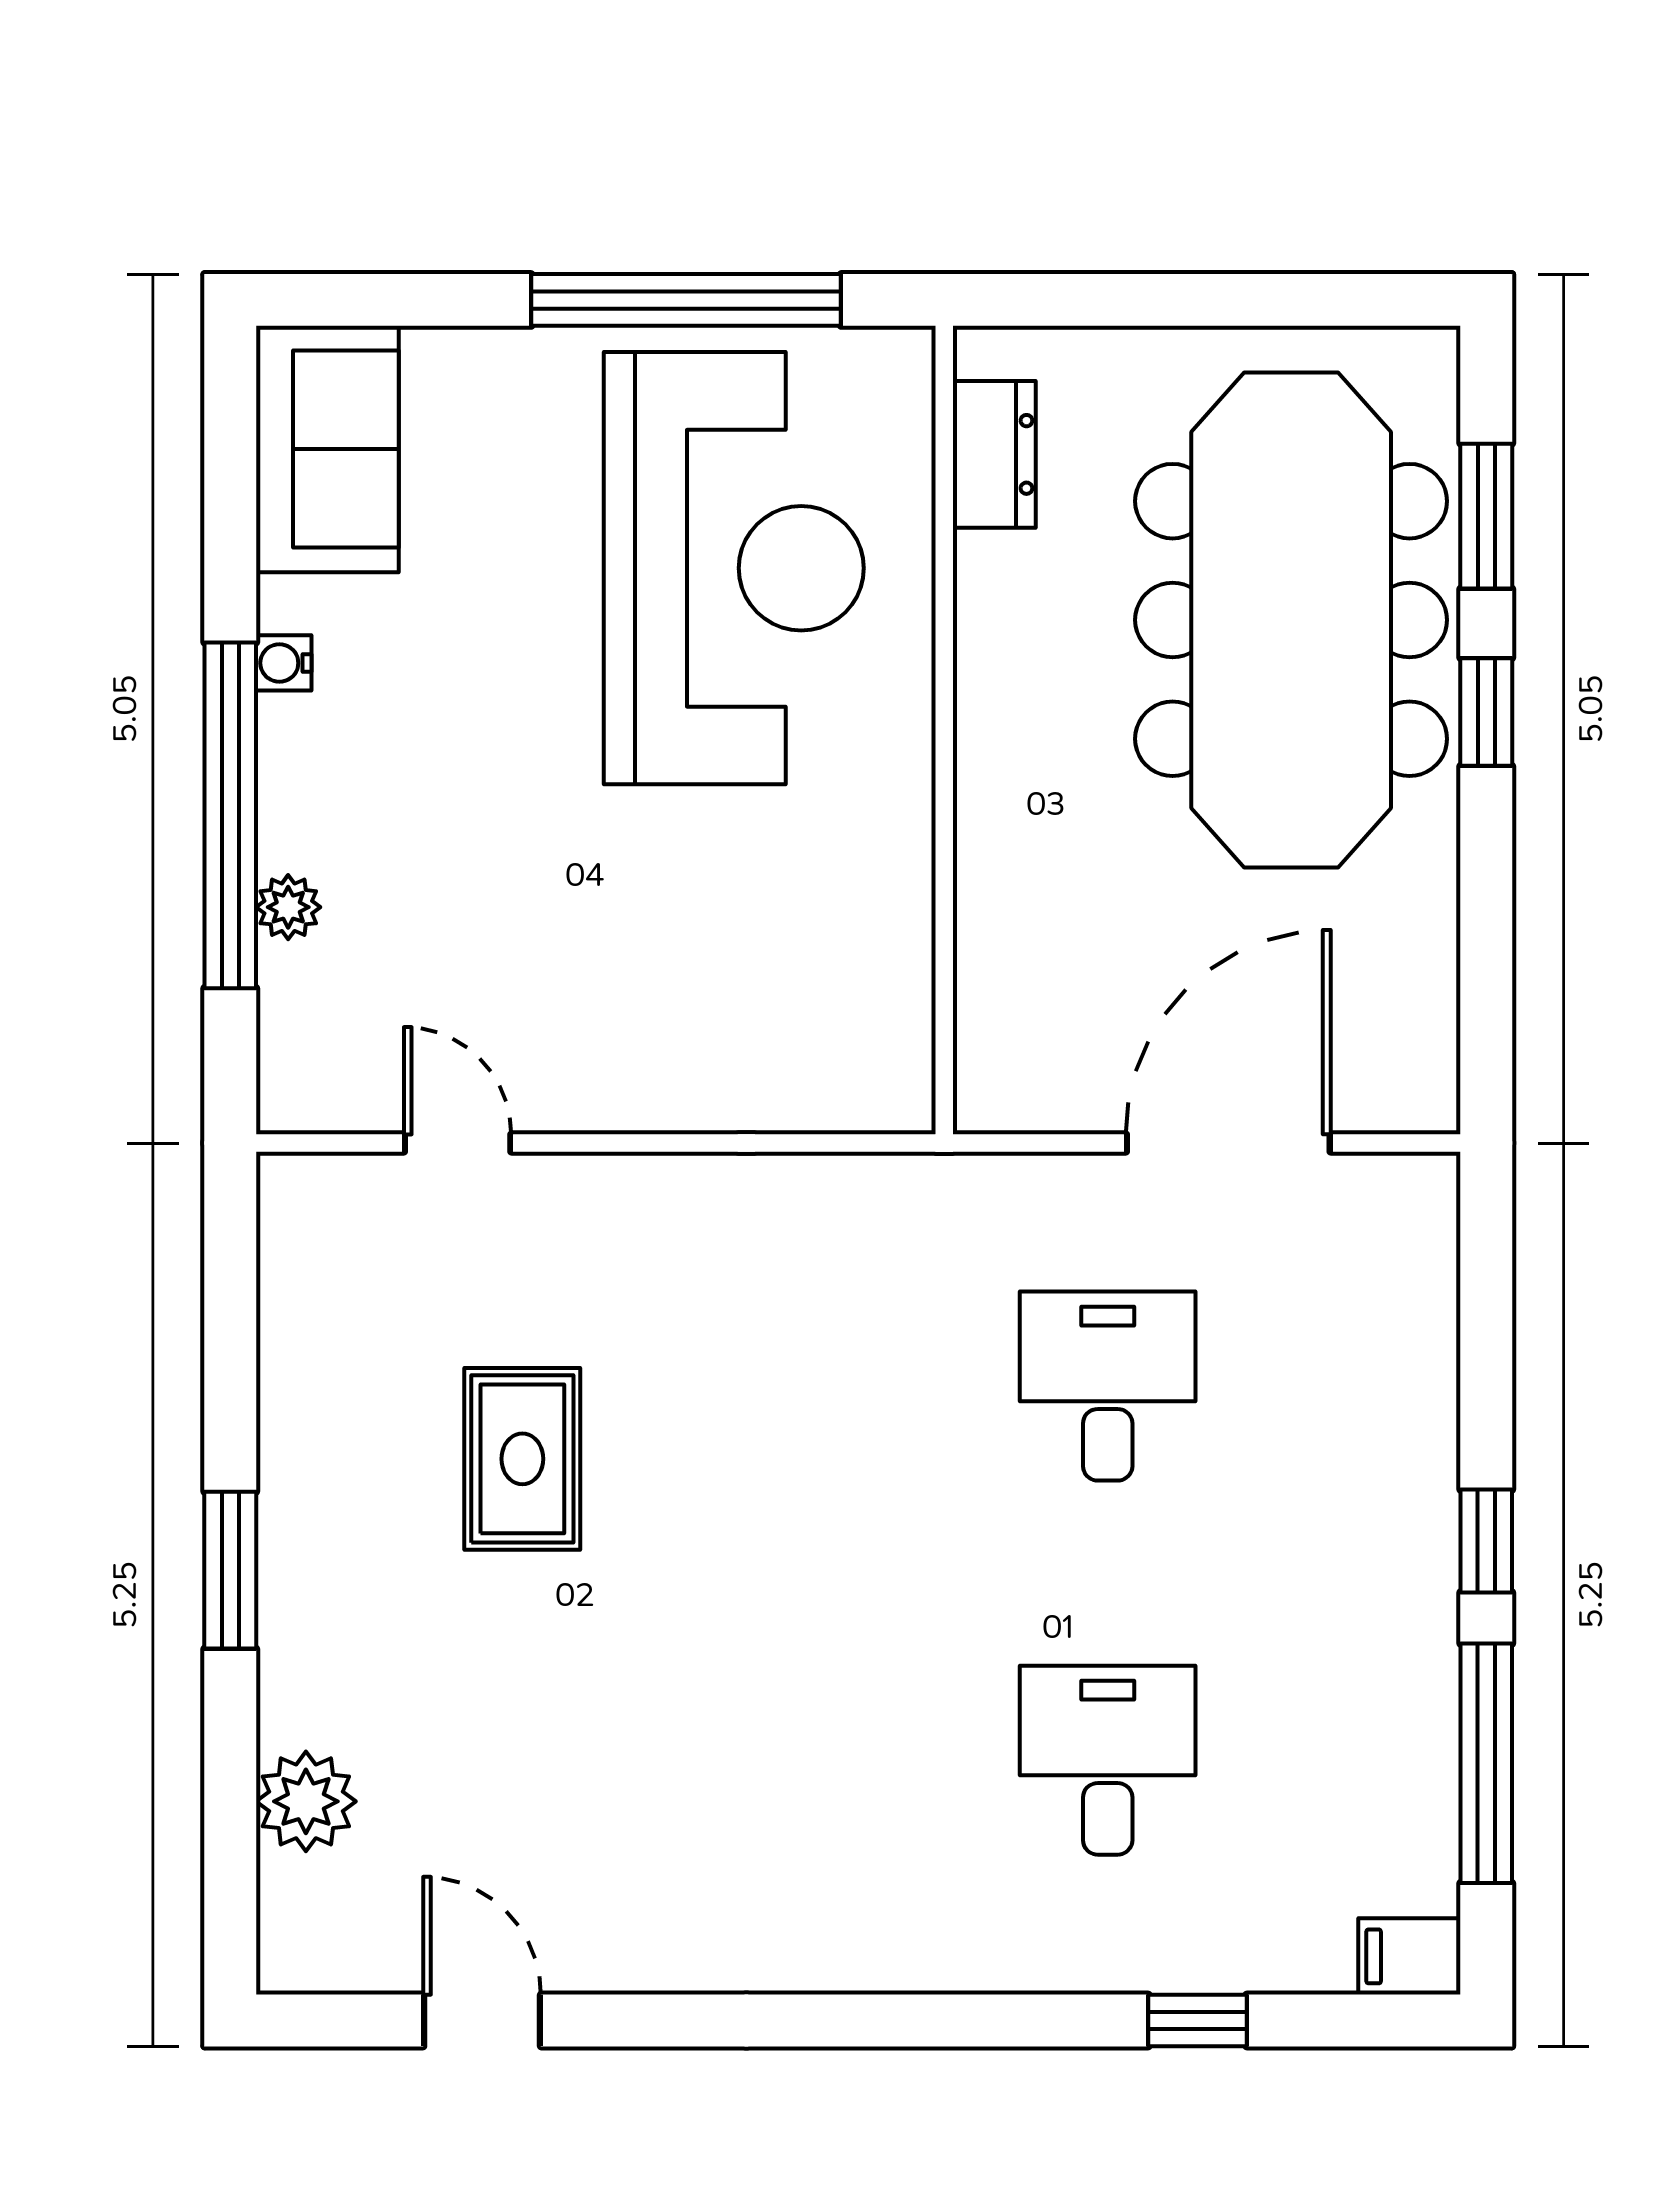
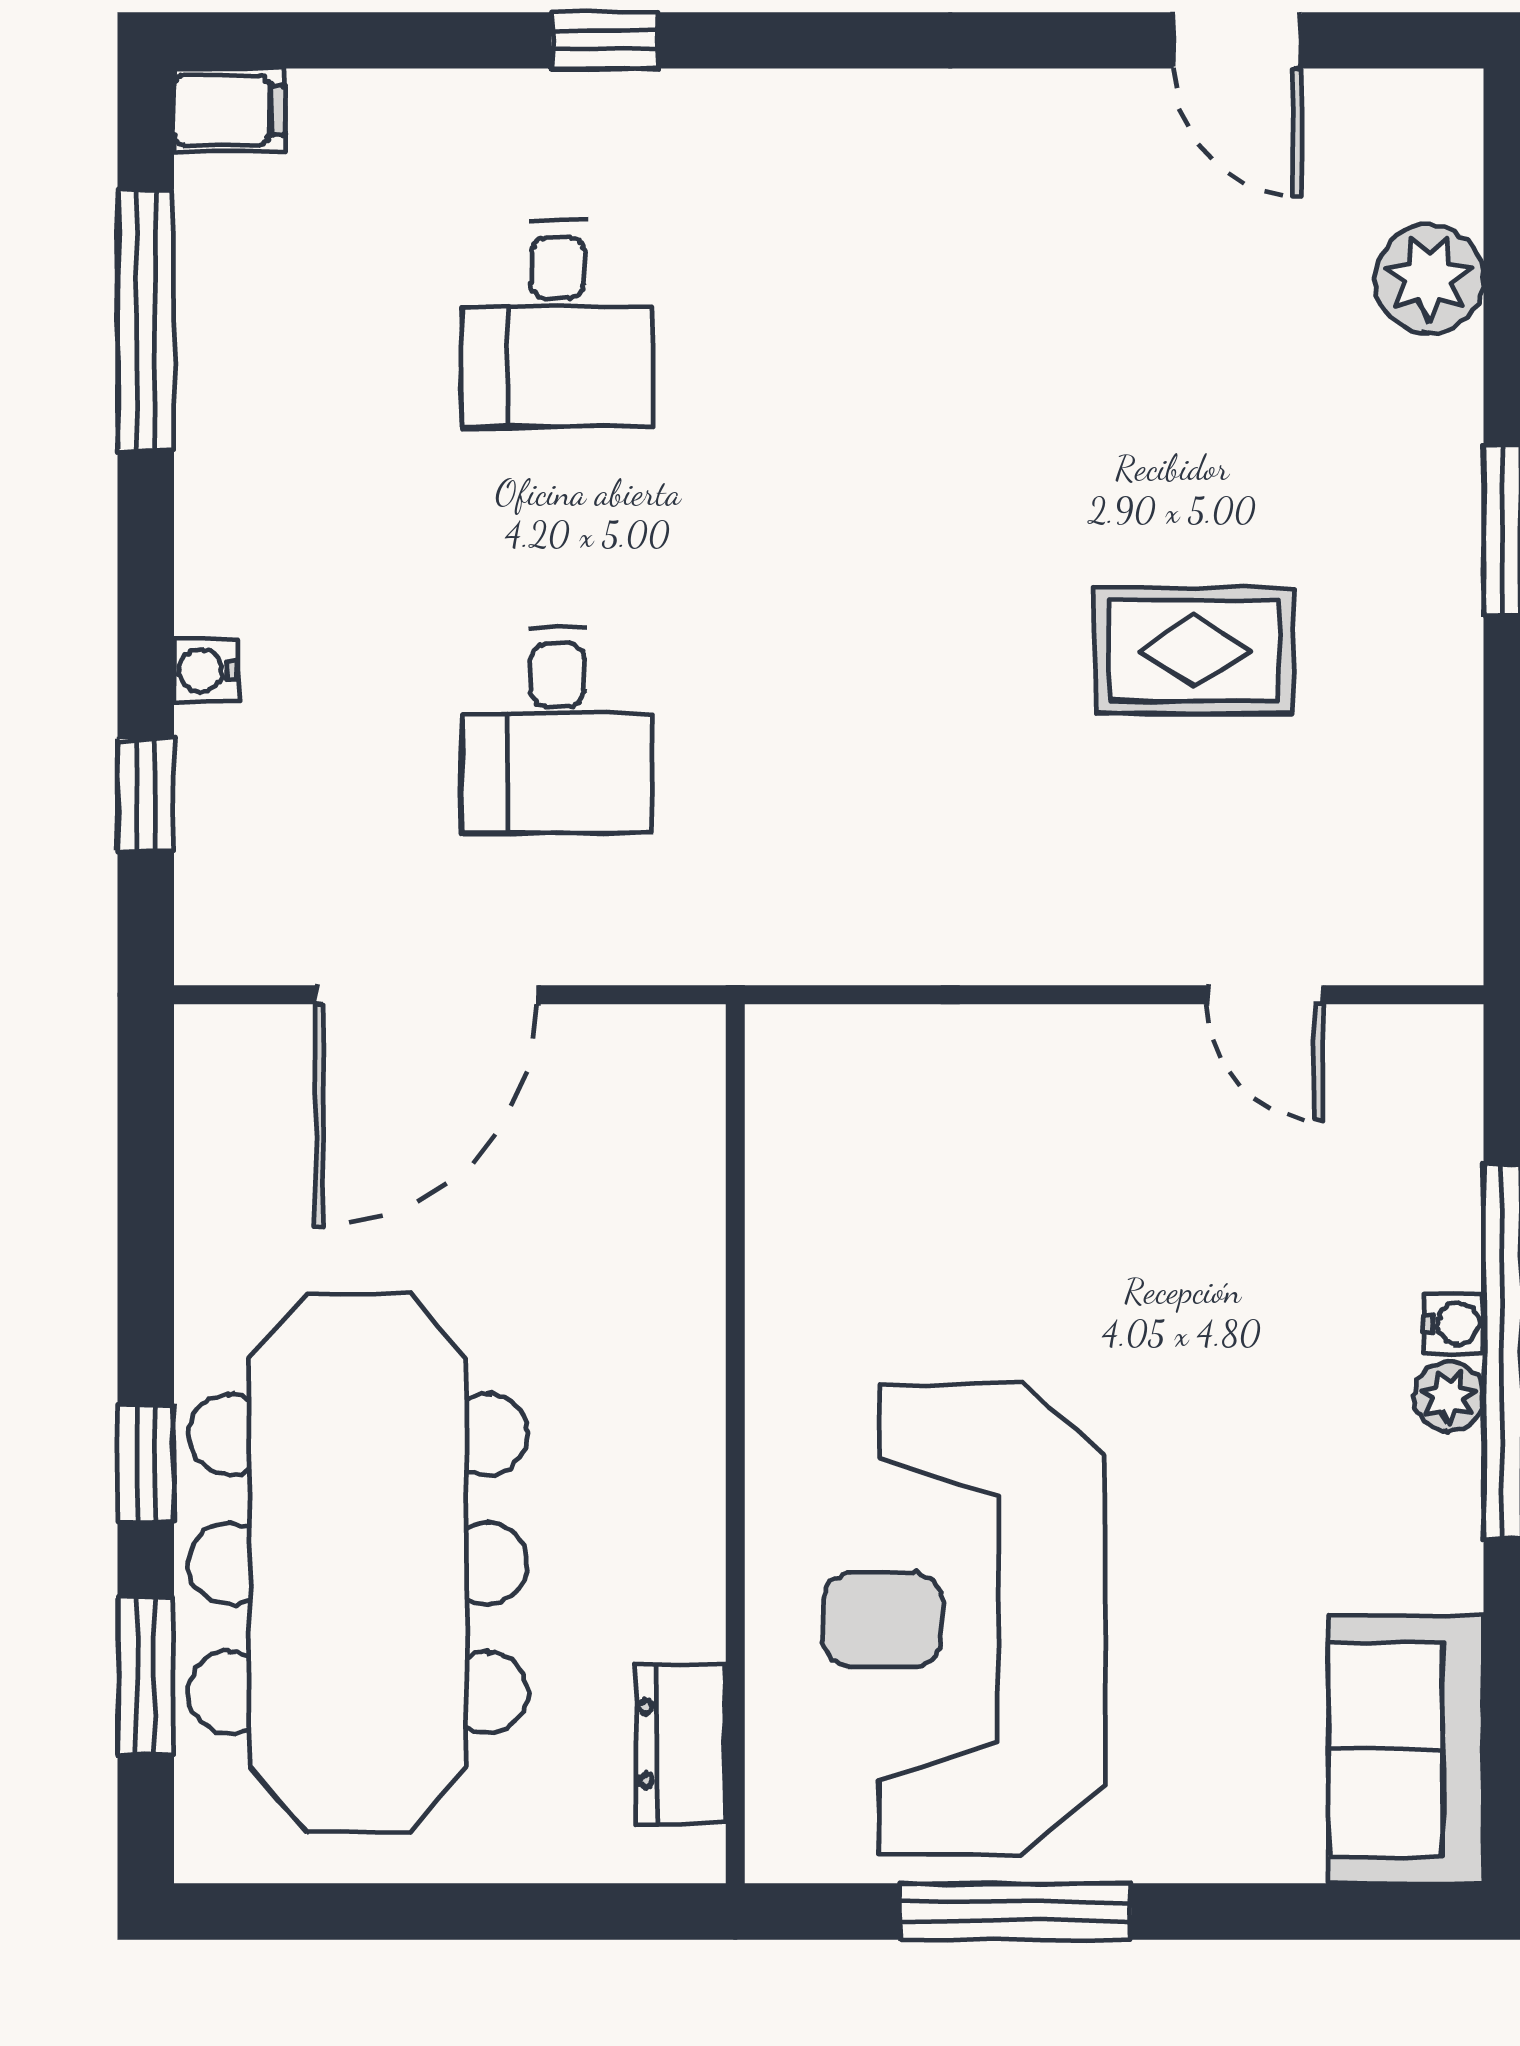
window: (686, 300) -> (1016, 1911), width x0.68
water cooler: (284, 663) -> (1453, 1324), moved
plant: (288, 907) -> (1449, 1396), moved
water cooler: (1431, 1441) -> (206, 670), added
rug: (522, 1459) -> (1194, 651), turned 90
window: (1486, 1541) -> (146, 795), moved
window: (1197, 2020) -> (605, 40), moved

